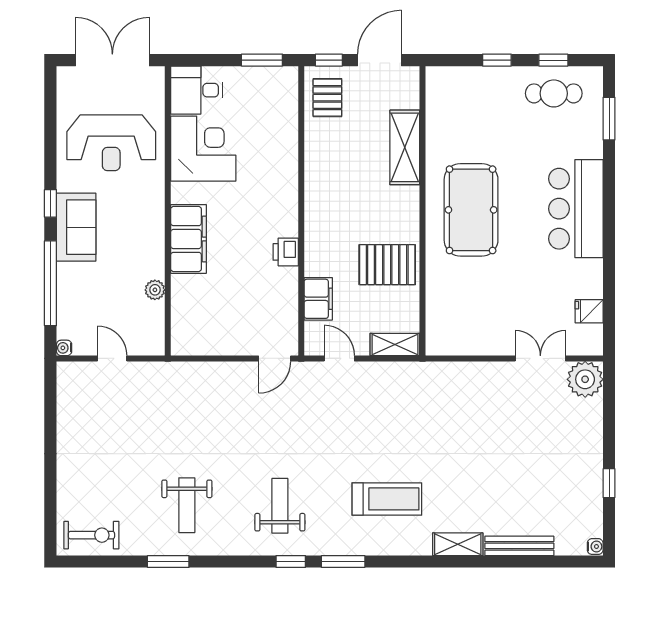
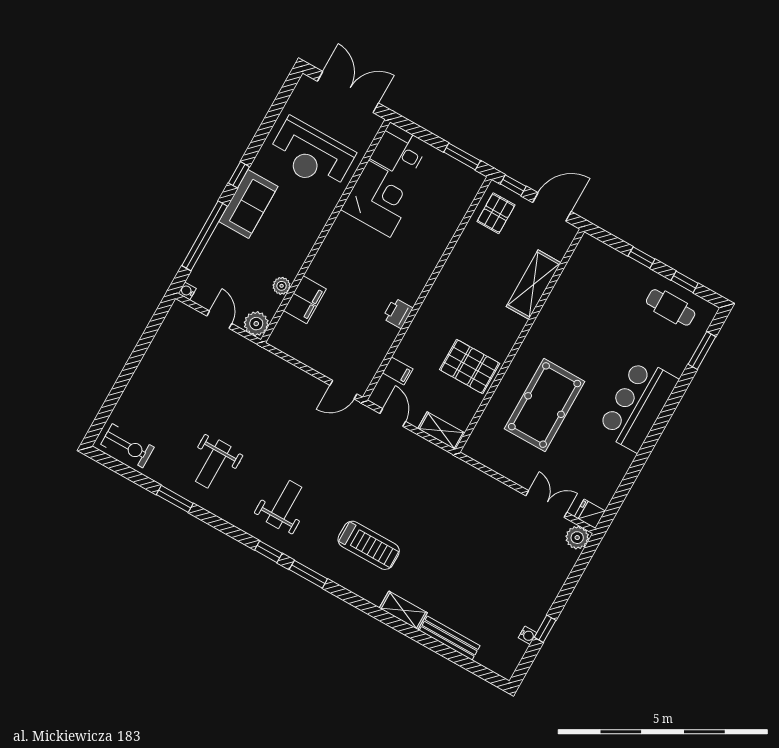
pool table: (471, 210) -> (545, 405), moved
filing cabinet: (189, 239) -> (305, 300), moved, width x0.67, depth x0.86
filing cabinet: (318, 299) -> (398, 371), width x0.50
fridge: (589, 311) -> (590, 514), moved
plant: (151, 342) -> (256, 324), added
plant: (585, 379) -> (577, 538), width x0.73, depth x0.73
water cooler: (595, 547) -> (527, 635), moved

